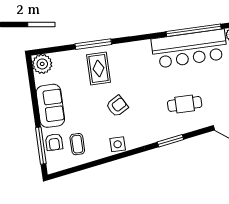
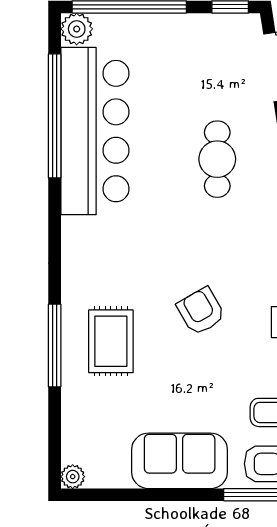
plant: (42, 64) -> (73, 477), width x0.53, depth x0.53
rug: (98, 68) -> (111, 341), turned 90

